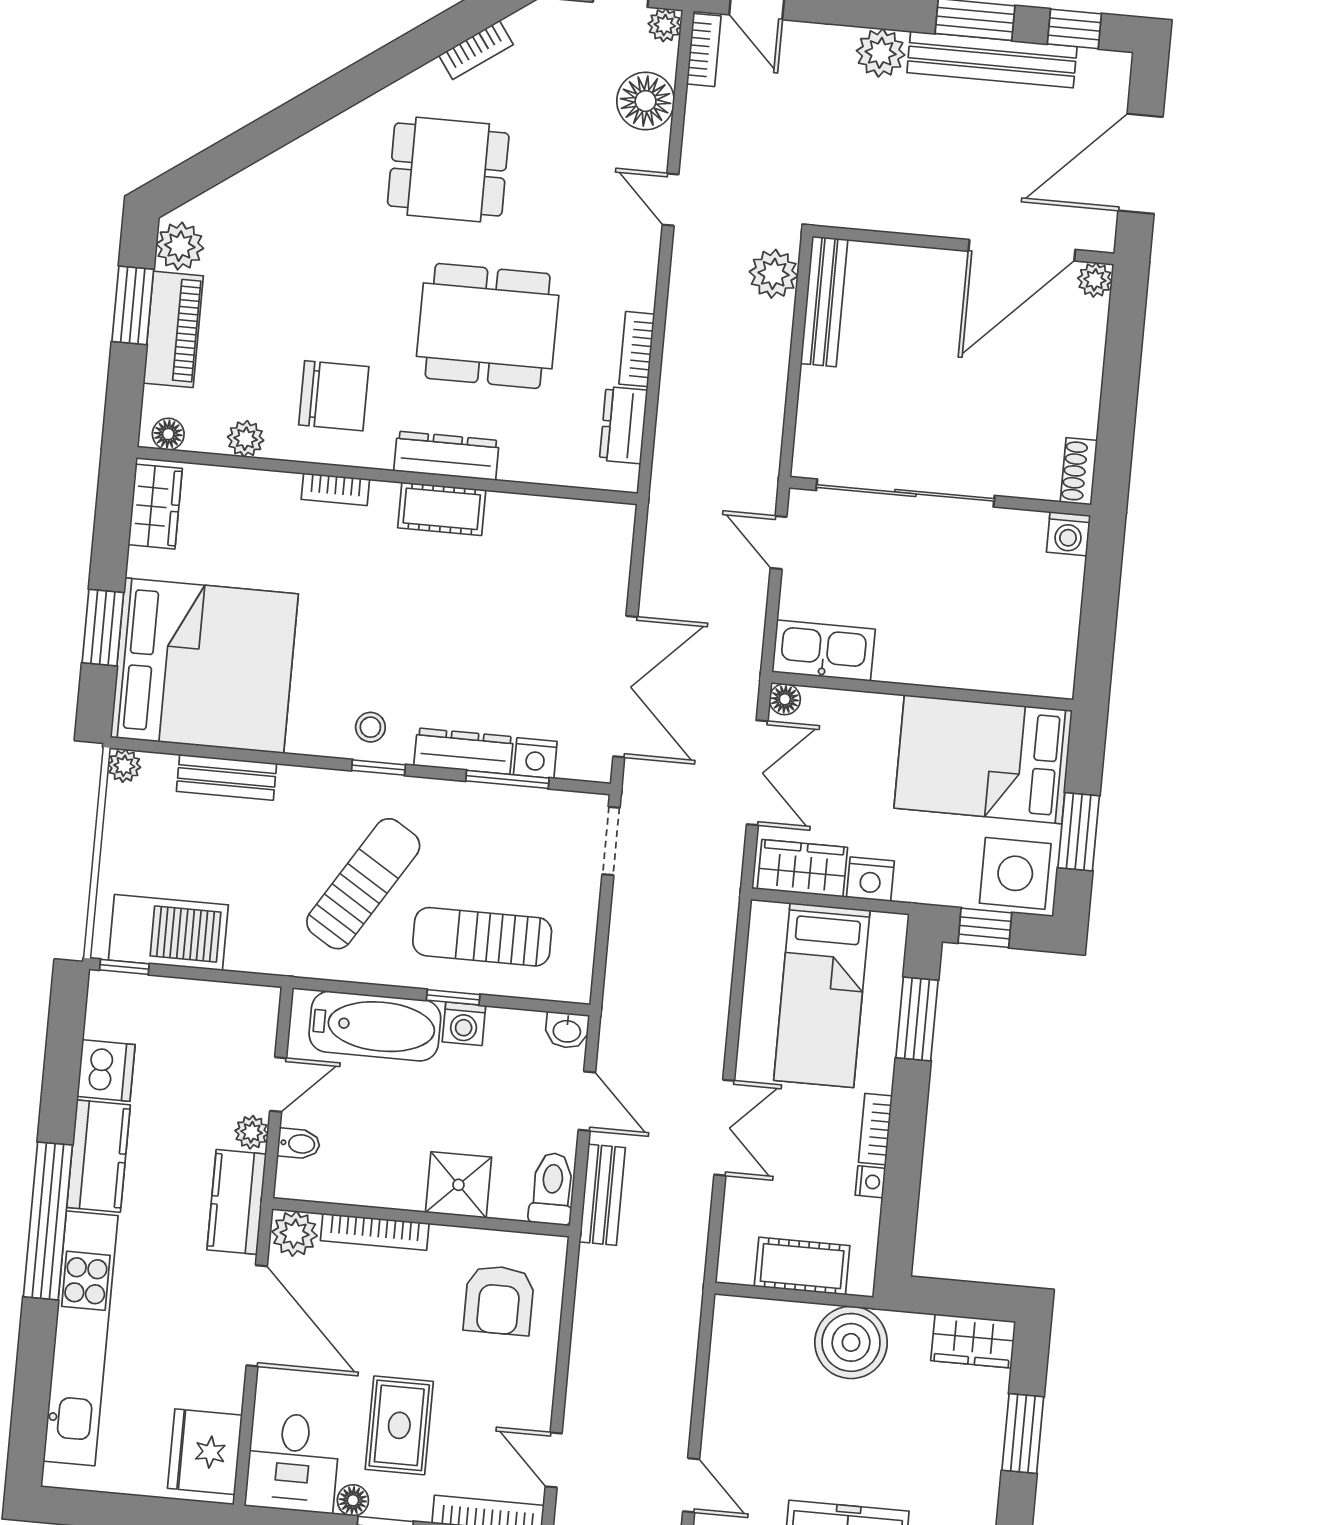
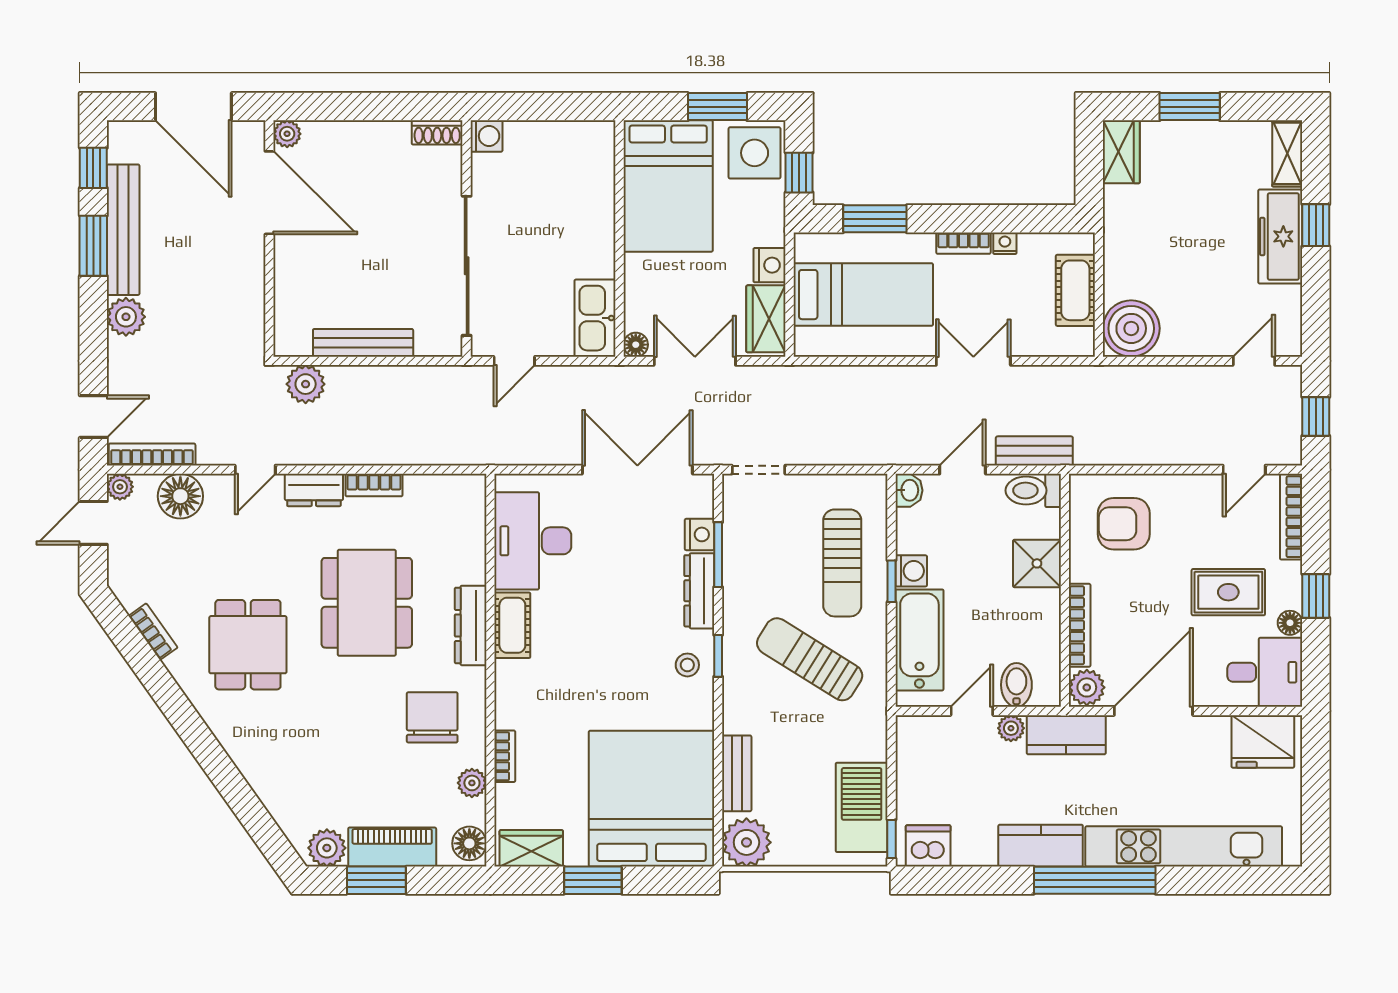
bookcase: (704, 50) -> (152, 454), width x1.56
bench: (824, 301) -> (363, 343), moved
dresser: (623, 425) -> (314, 490), moved
floor lamp: (168, 434) -> (469, 843), width x1.37, depth x1.37
bookcase: (335, 489) -> (505, 756), moved
desk: (547, 545) -> (533, 541), added
window: (103, 628) -> (593, 880), moved
plant: (124, 766) -> (746, 842), width x1.88, depth x1.88
dishwasher: (106, 1071) -> (928, 846), moved
door: (278, 1084) -> (972, 711), hinge flipped
bidet: (299, 1144) -> (1016, 685), width x1.38, depth x1.36
armchair: (499, 1300) -> (1124, 524), turned 180
boiler: (851, 1342) -> (1131, 328), moved

